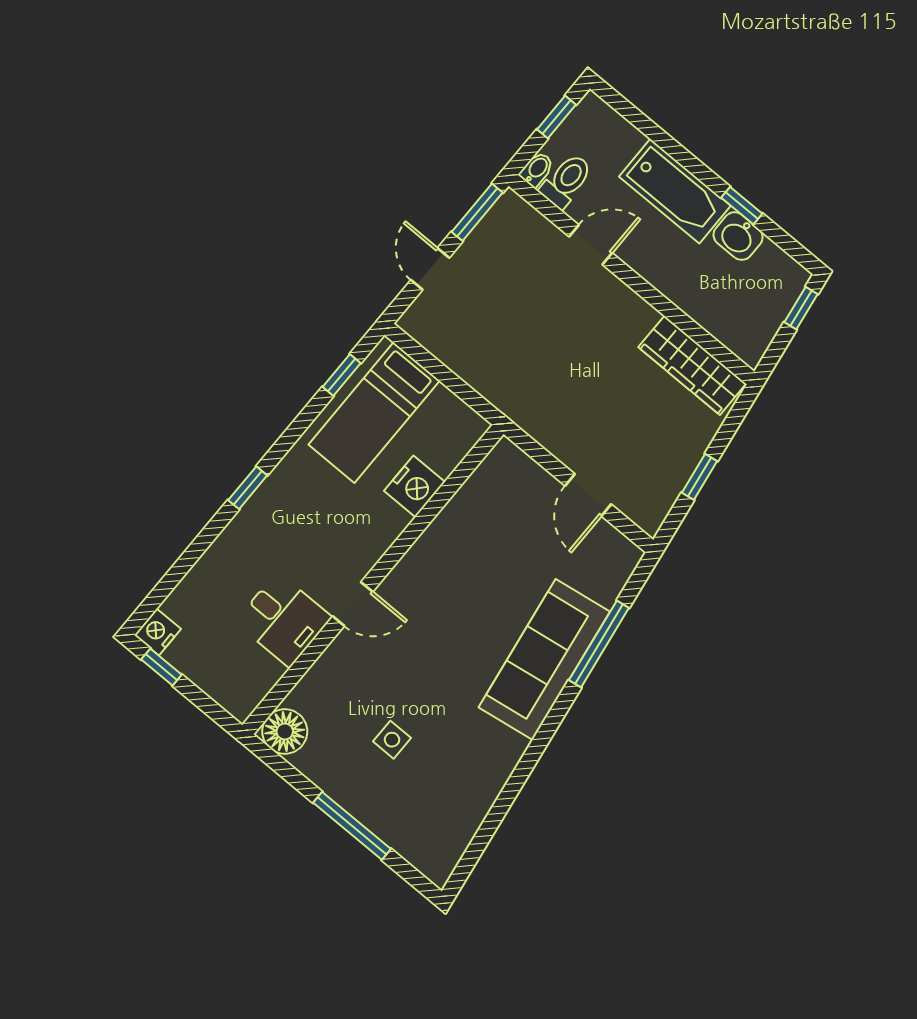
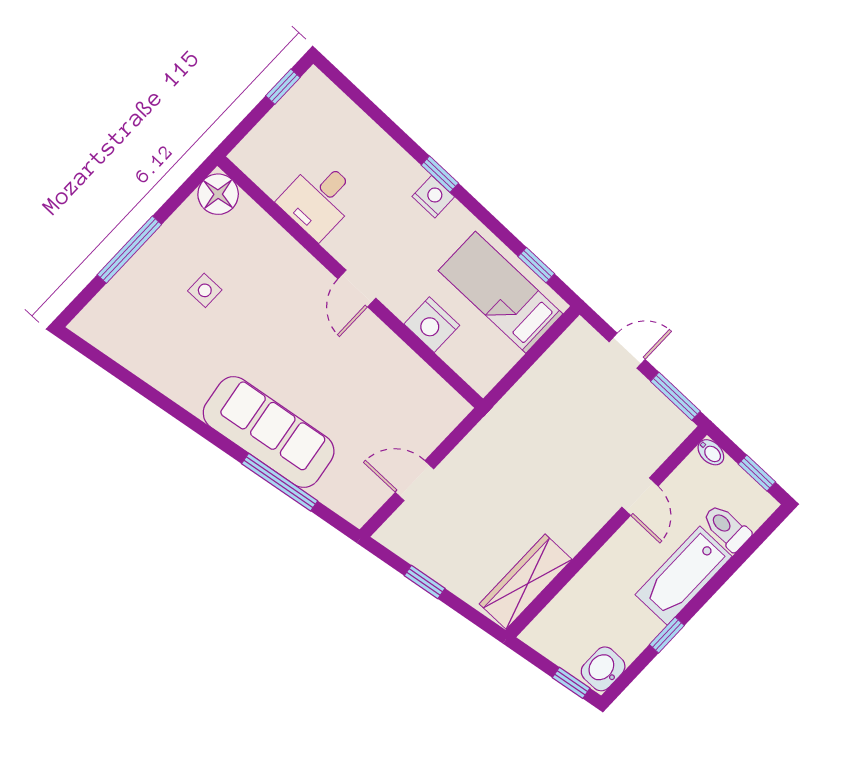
toilet: (566, 181) -> (727, 528), moved, turned 180
washbasin: (738, 236) -> (603, 669), moved
door: (353, 604) -> (357, 288), moved
nightstand: (158, 632) -> (433, 197), moved

